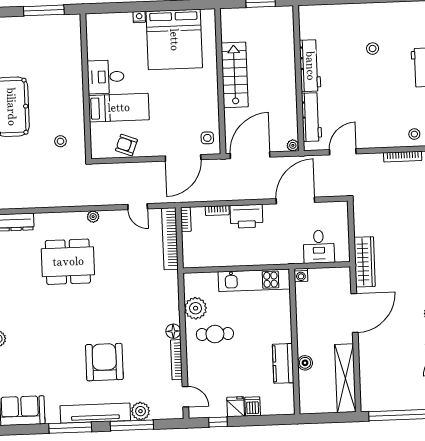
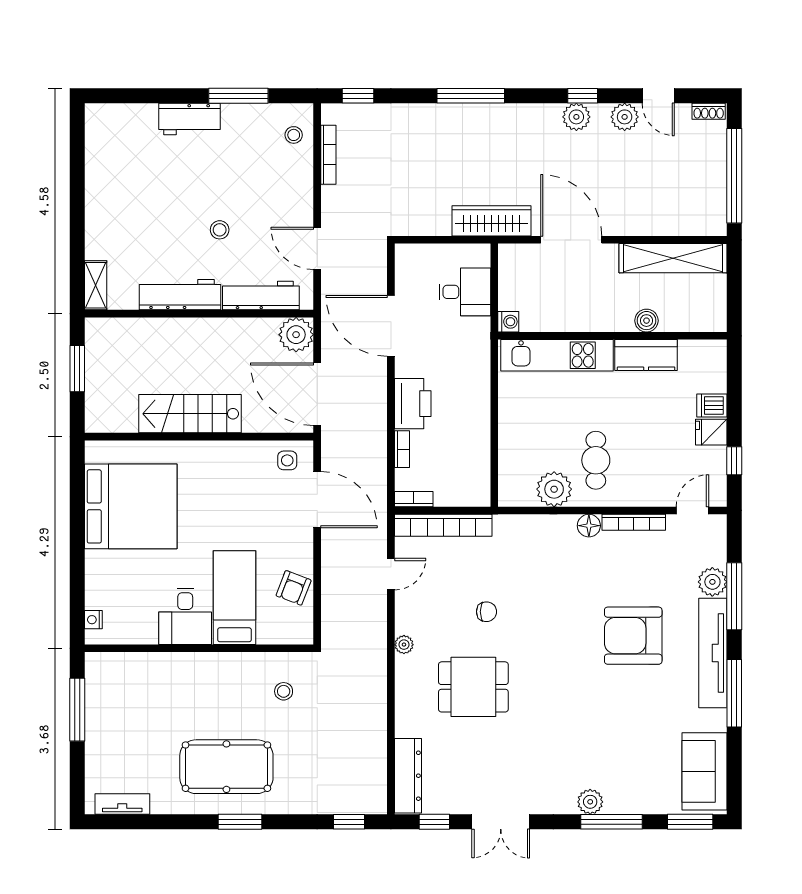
shelving: (314, 12) -> (96, 285), added
nightstand: (139, 17) -> (93, 620), moved
stool: (373, 49) -> (220, 230), moved
plant: (293, 145) -> (296, 335), width x1.88, depth x1.88
dining table: (68, 262) -> (473, 687), width x0.73
chair: (116, 268) -> (486, 612), added
kitchen unit: (254, 280) -> (557, 355), moved, turned 90

